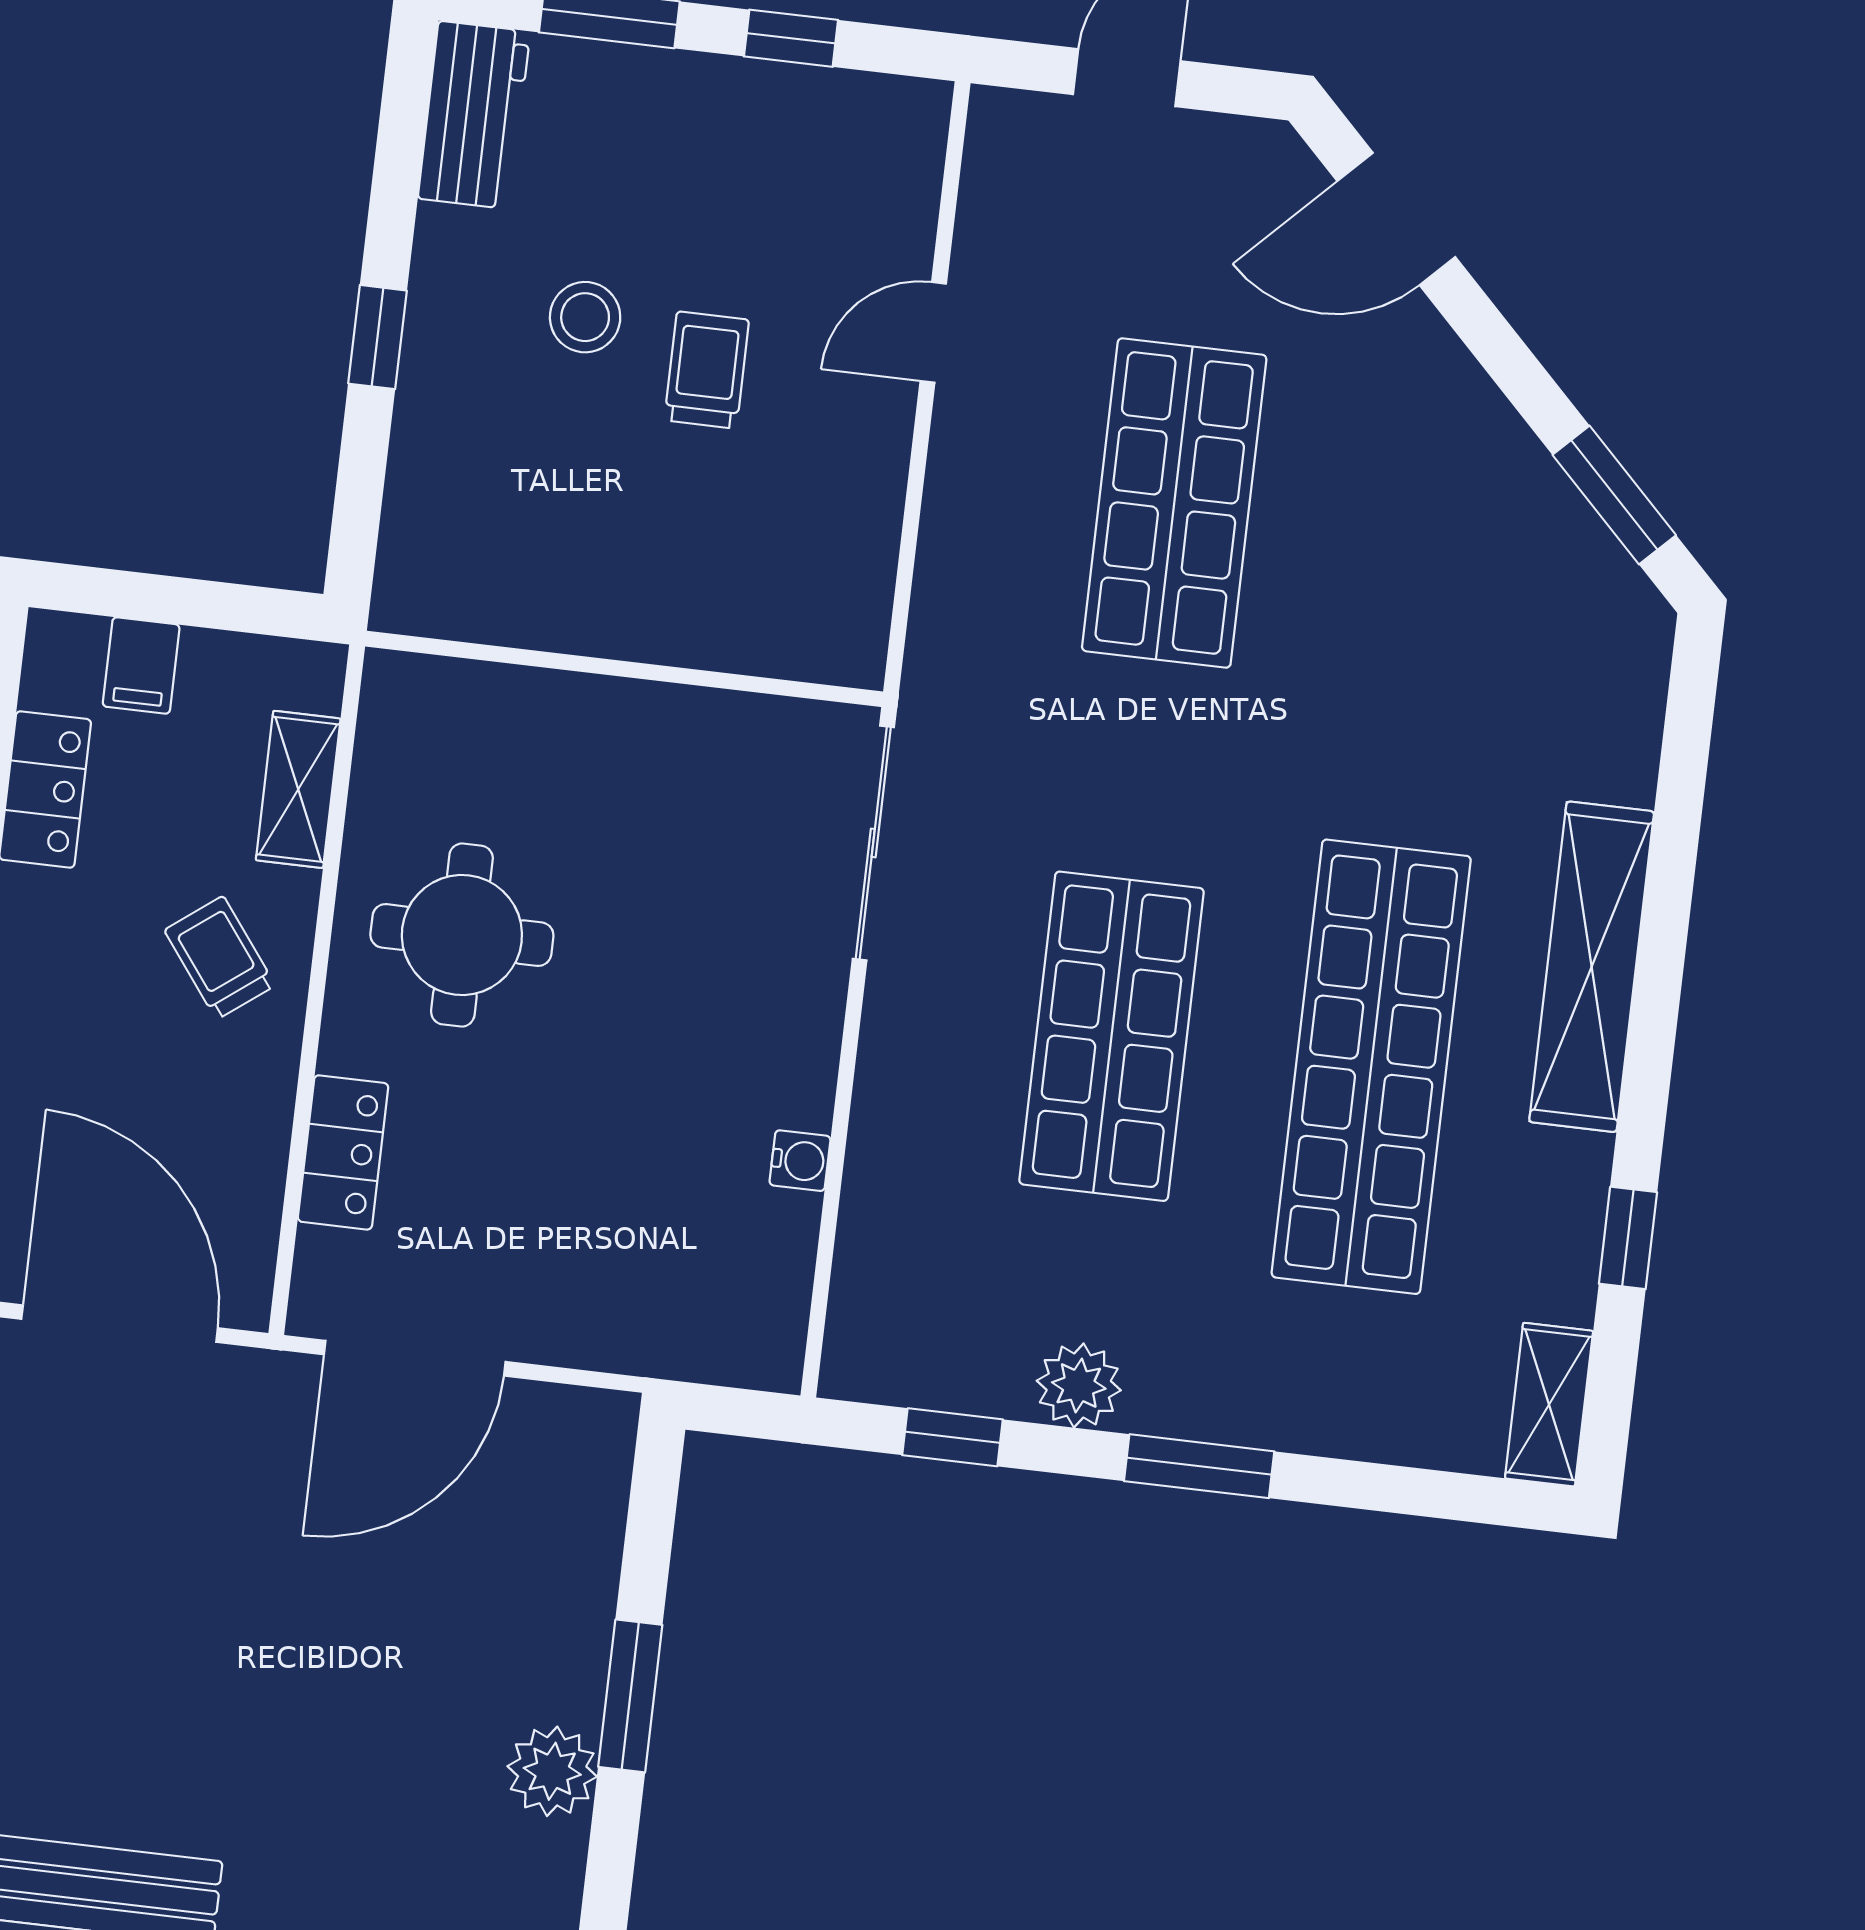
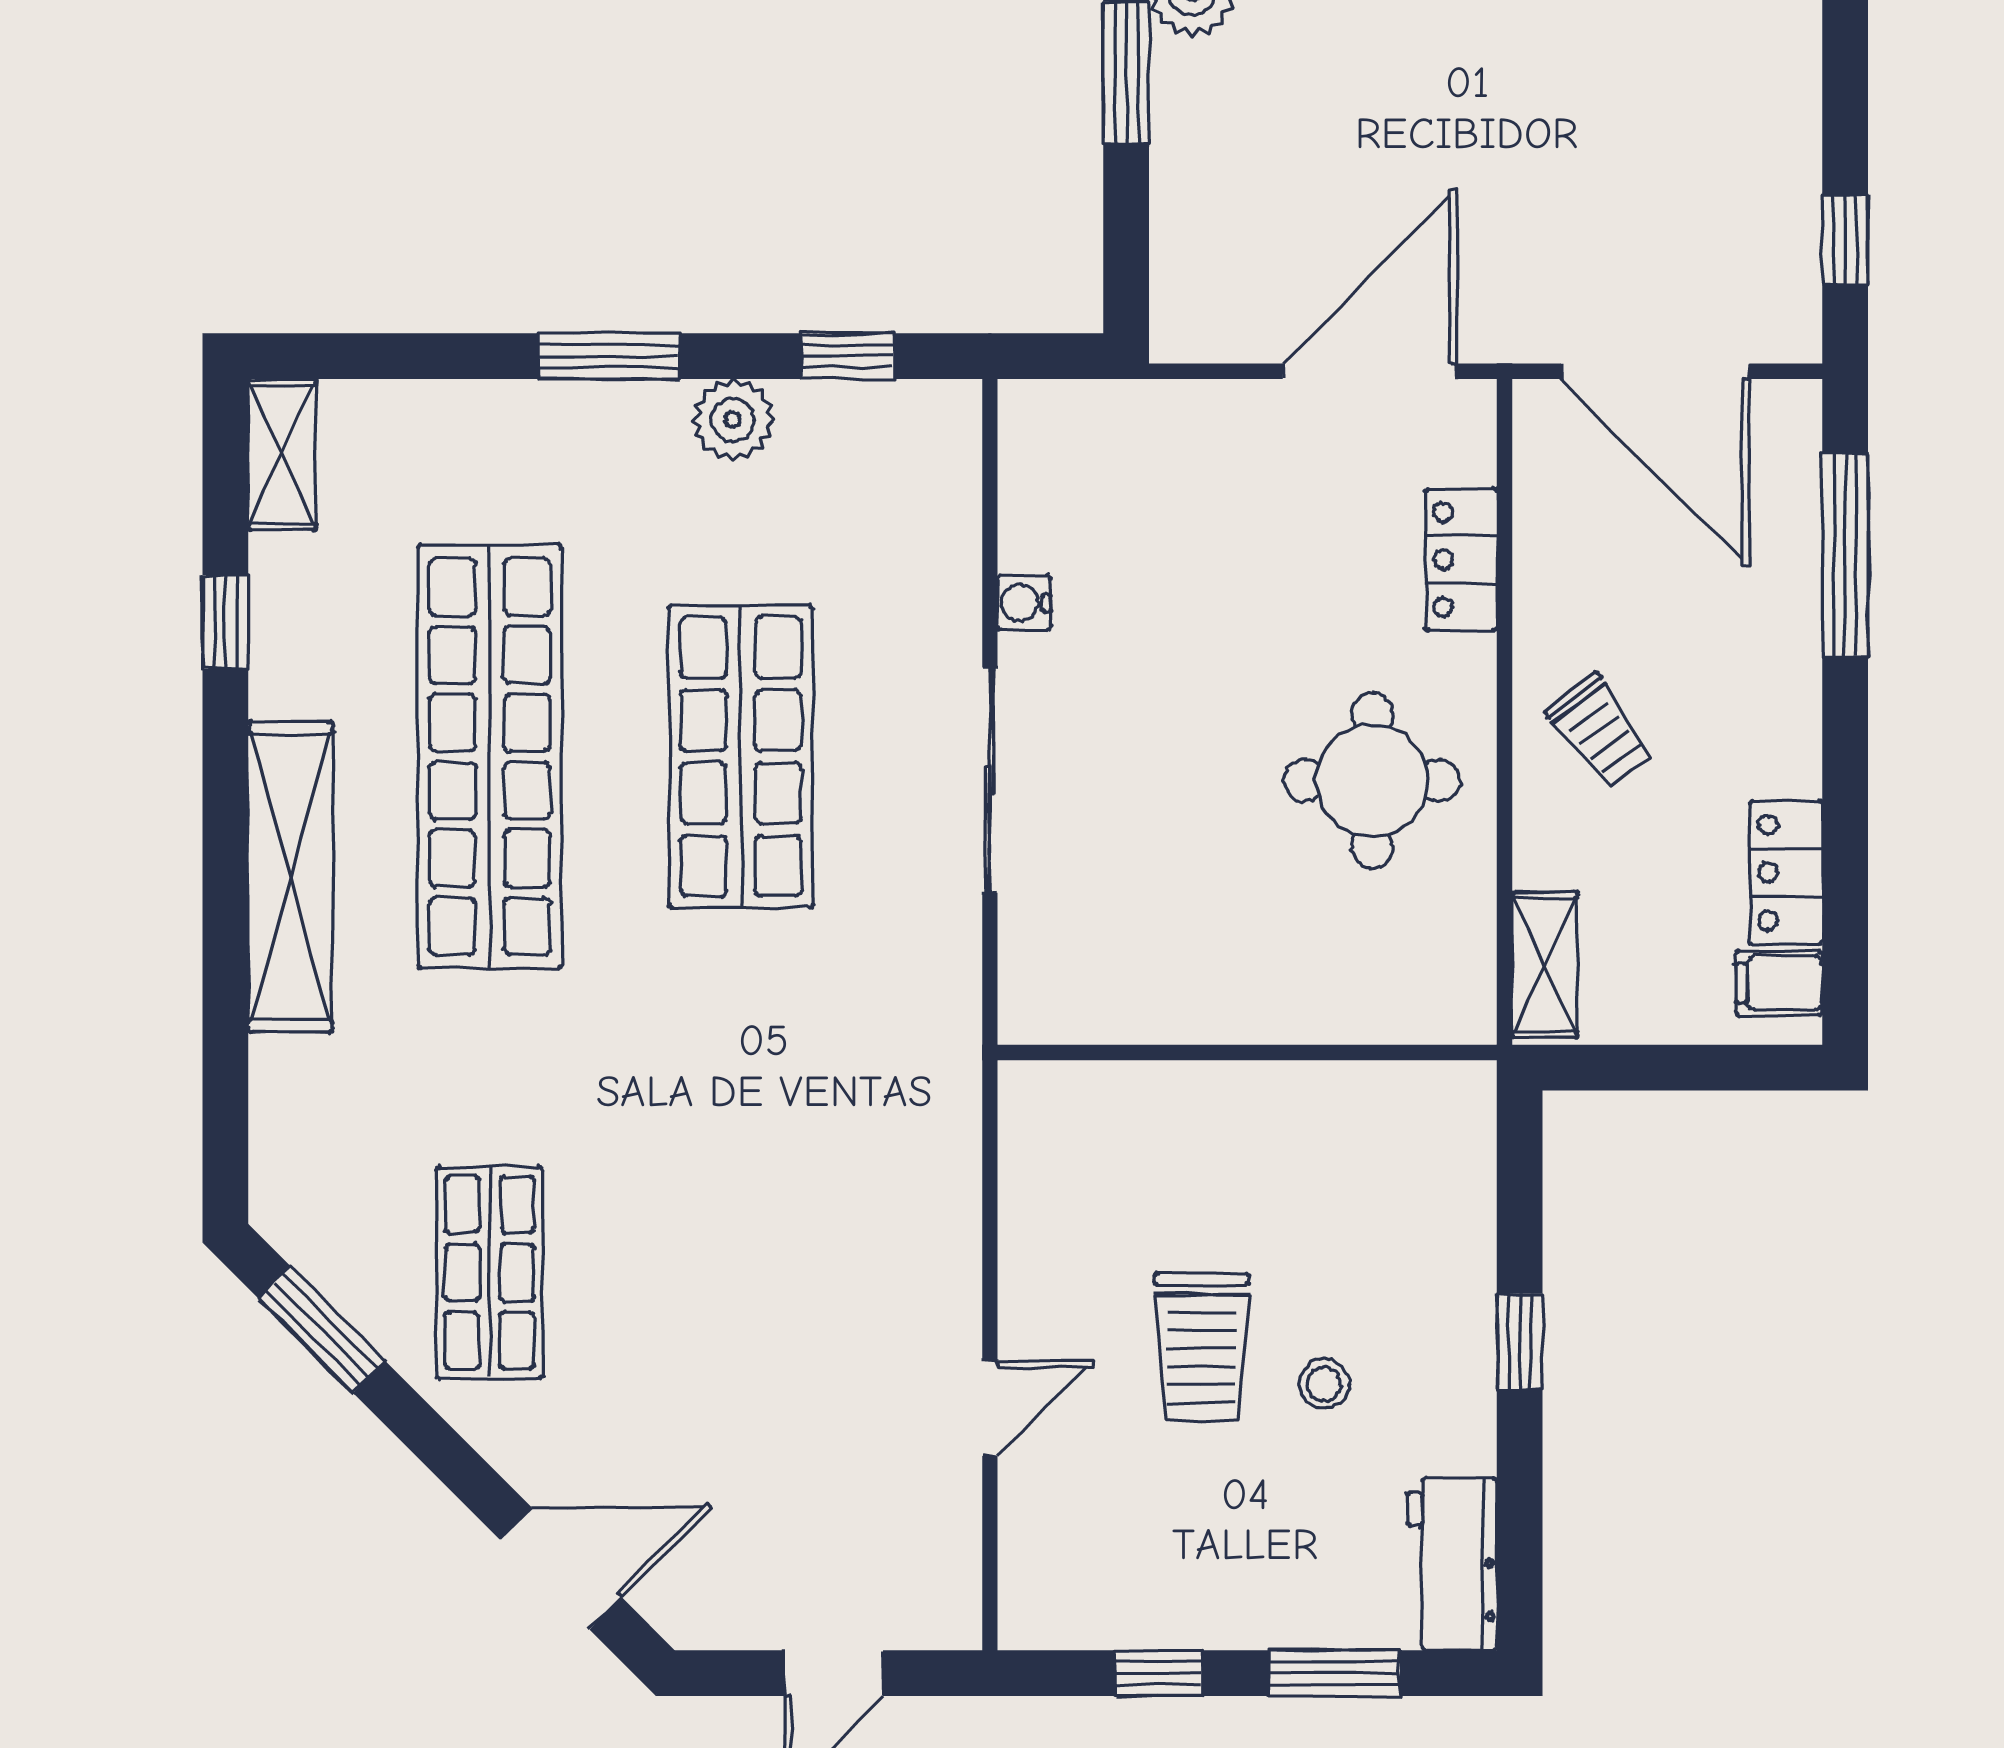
stool: (585, 317) -> (1324, 1384), width x0.73, depth x0.73
trolley: (707, 370) -> (1202, 1347), width x1.36, depth x1.39
shop shelf: (1174, 503) -> (490, 1273), moved, width x0.70, depth x0.74
filing cabinet: (141, 666) -> (1779, 983), moved, turned -90
shelving: (298, 789) -> (1545, 965), moved
sliding door: (873, 843) -> (990, 780), moved

